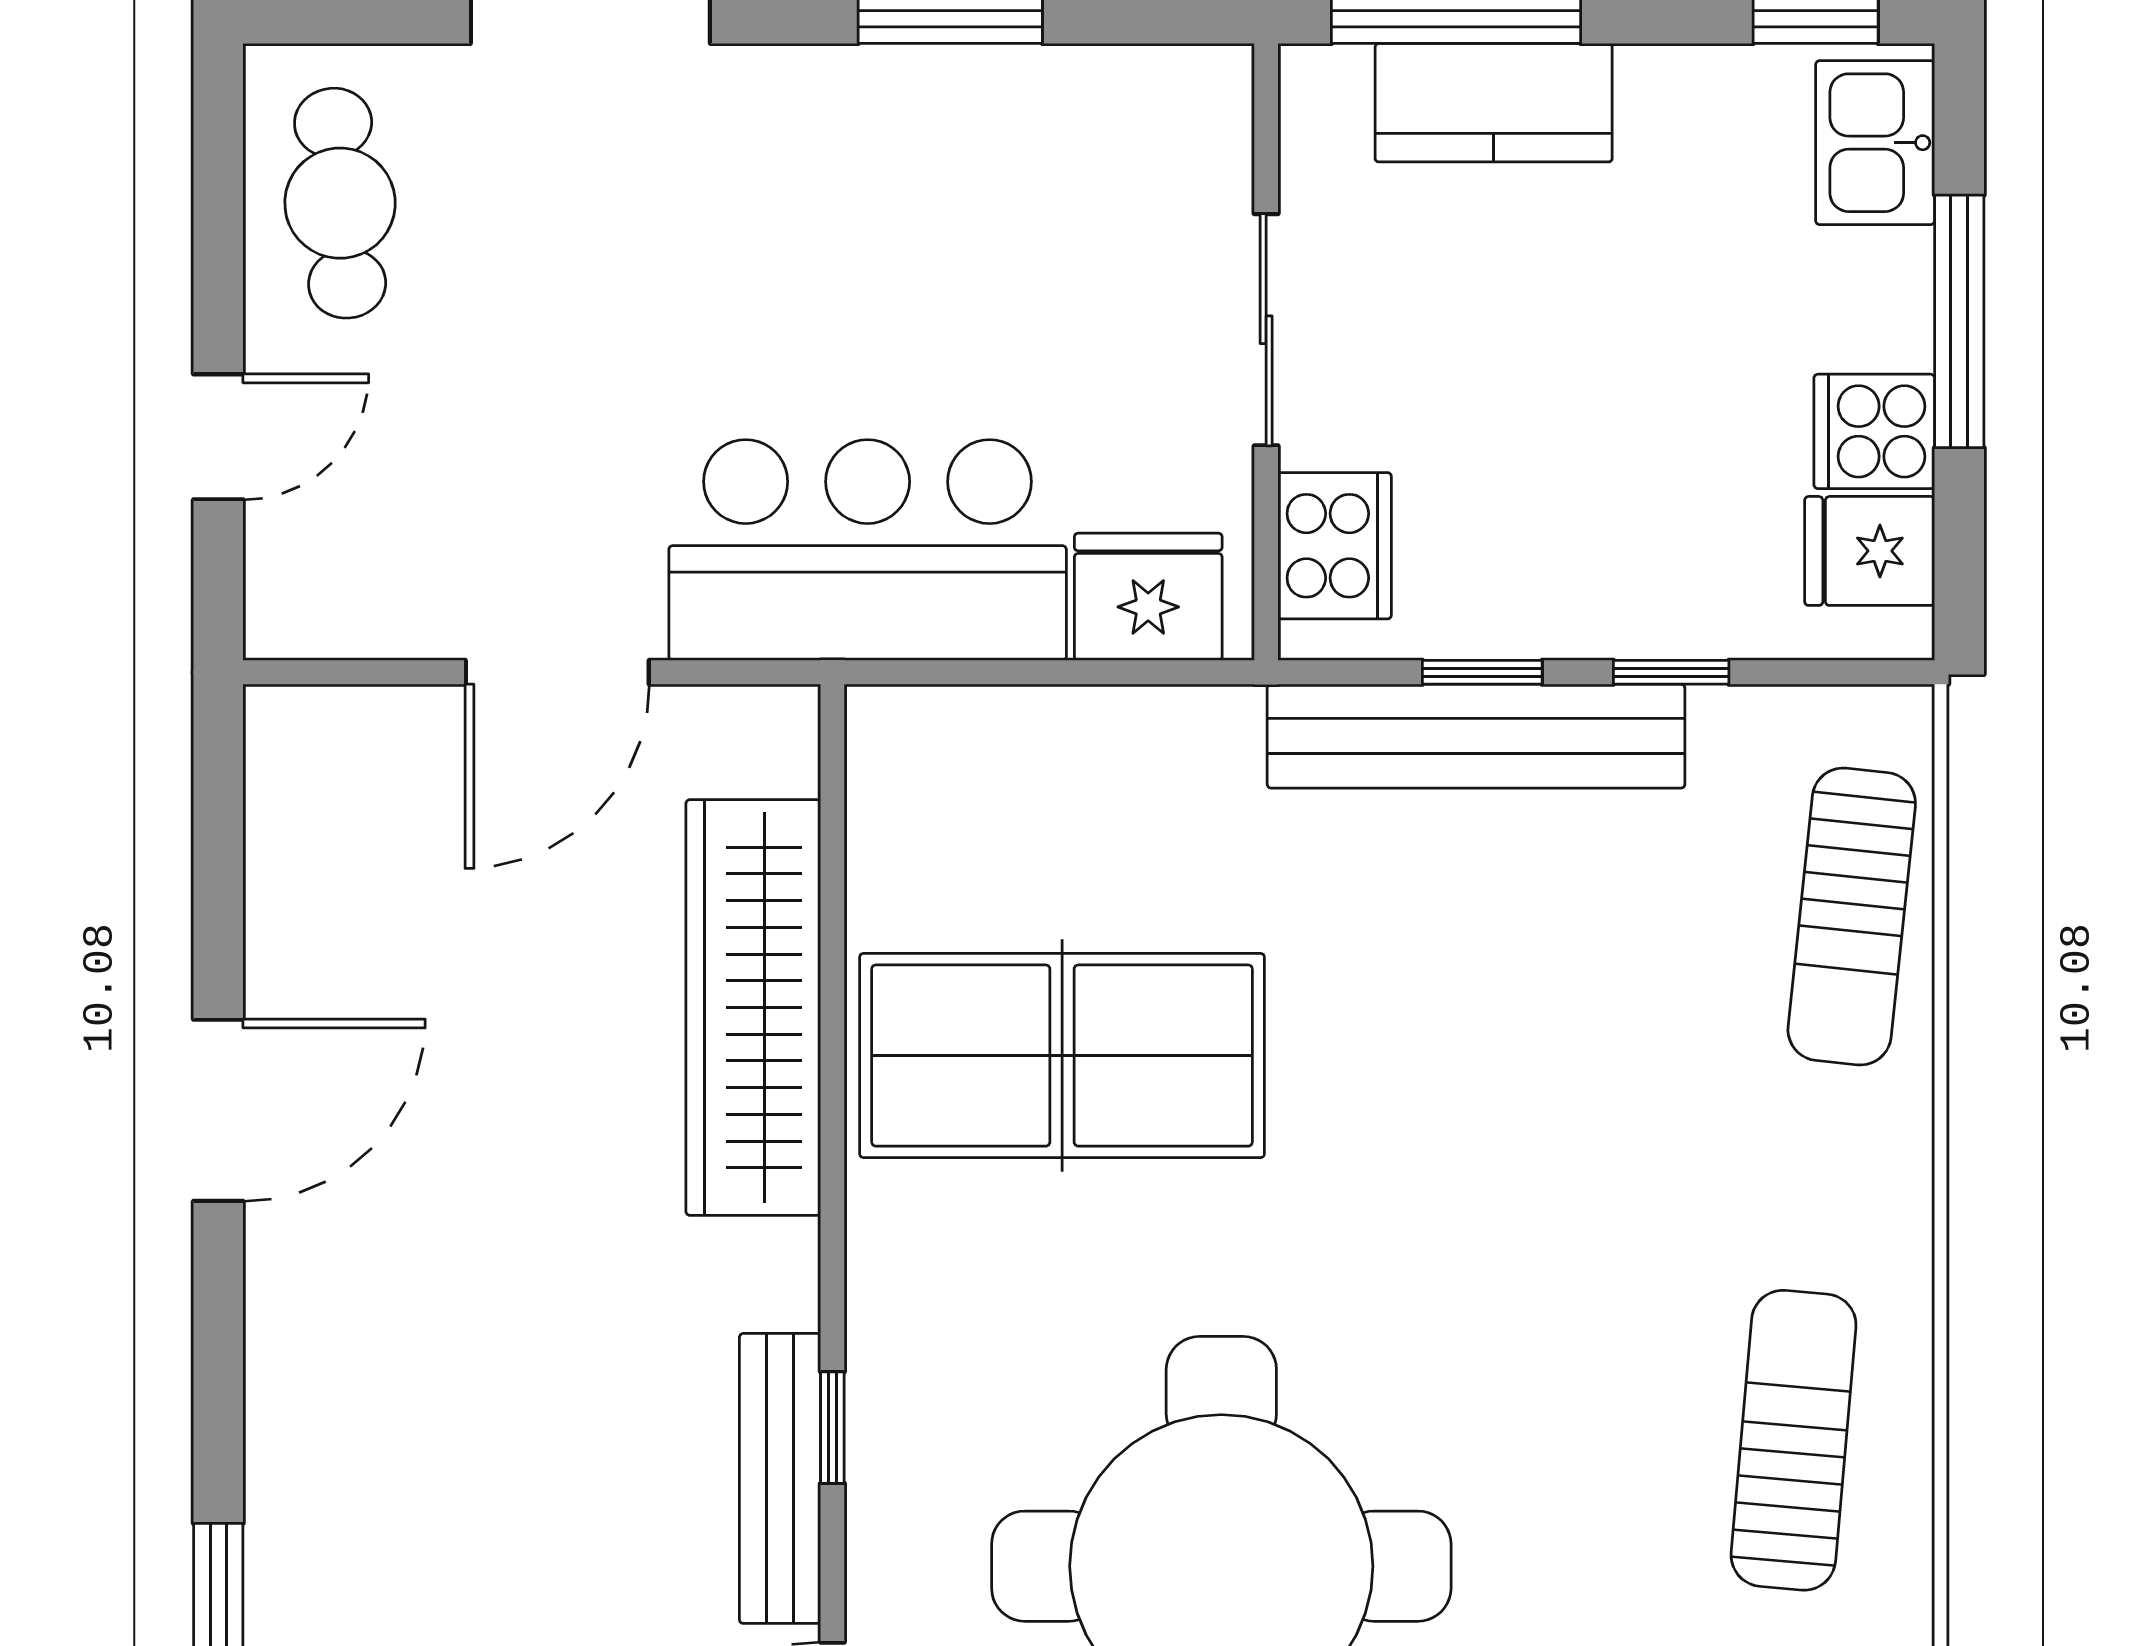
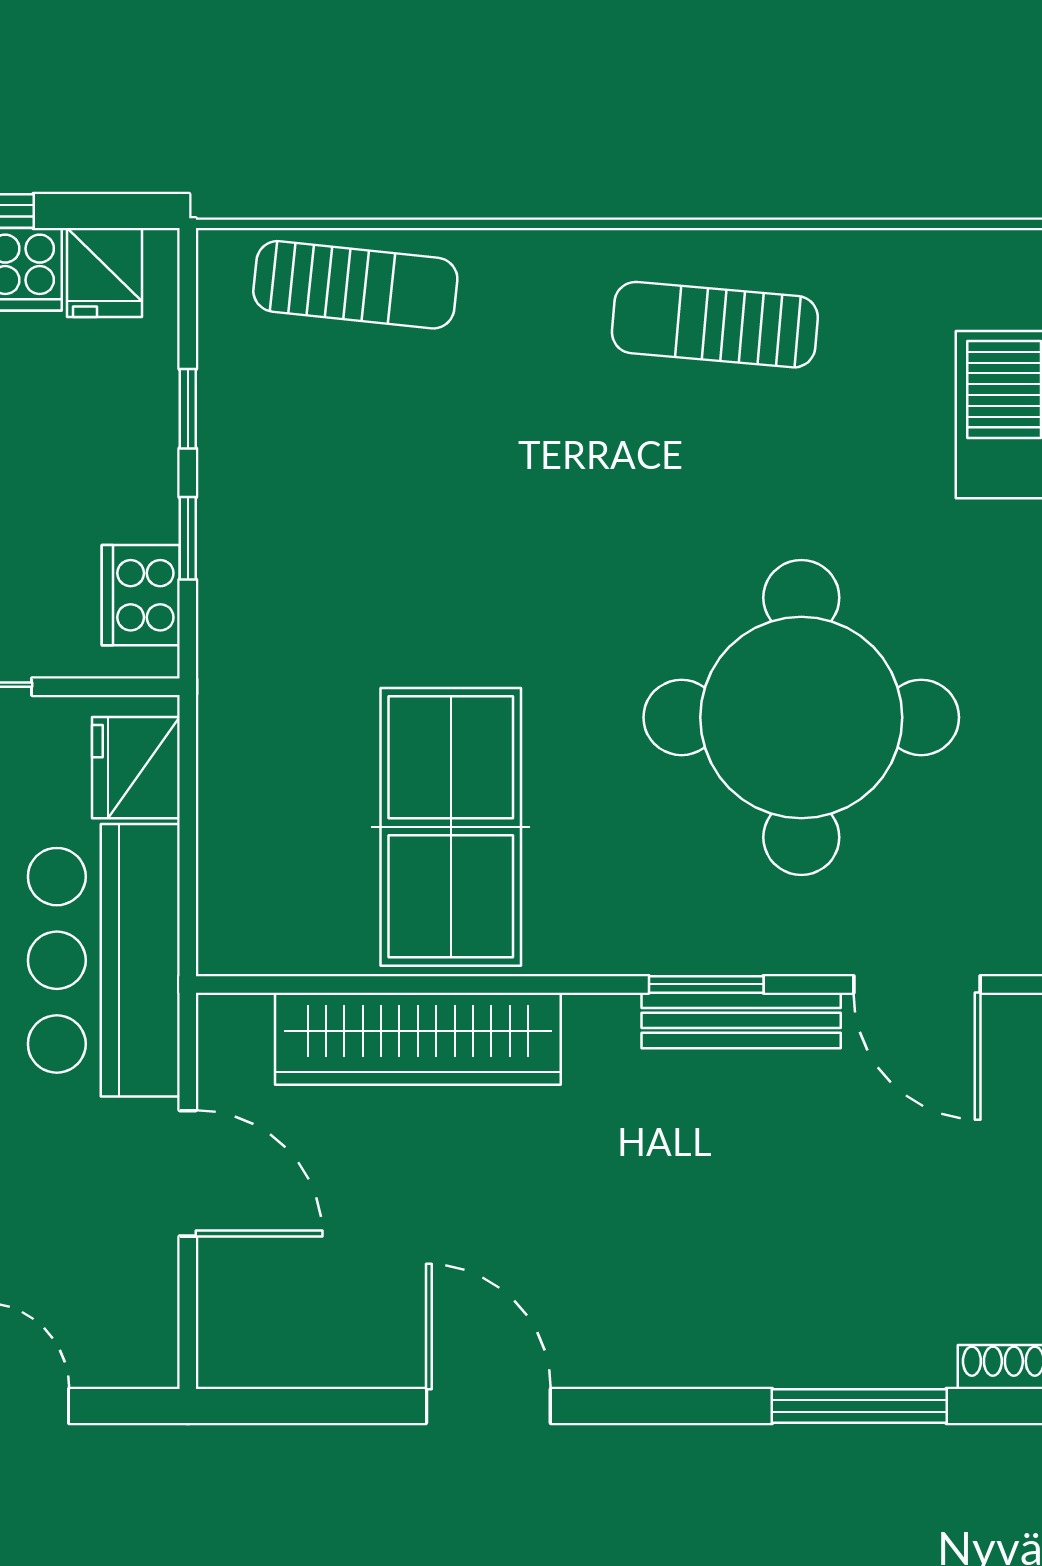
cooker: (1335, 546) -> (141, 595), moved, turned -90
bench: (1476, 736) -> (232, 543), removed
window: (832, 1428) -> (706, 984), width x1.50

